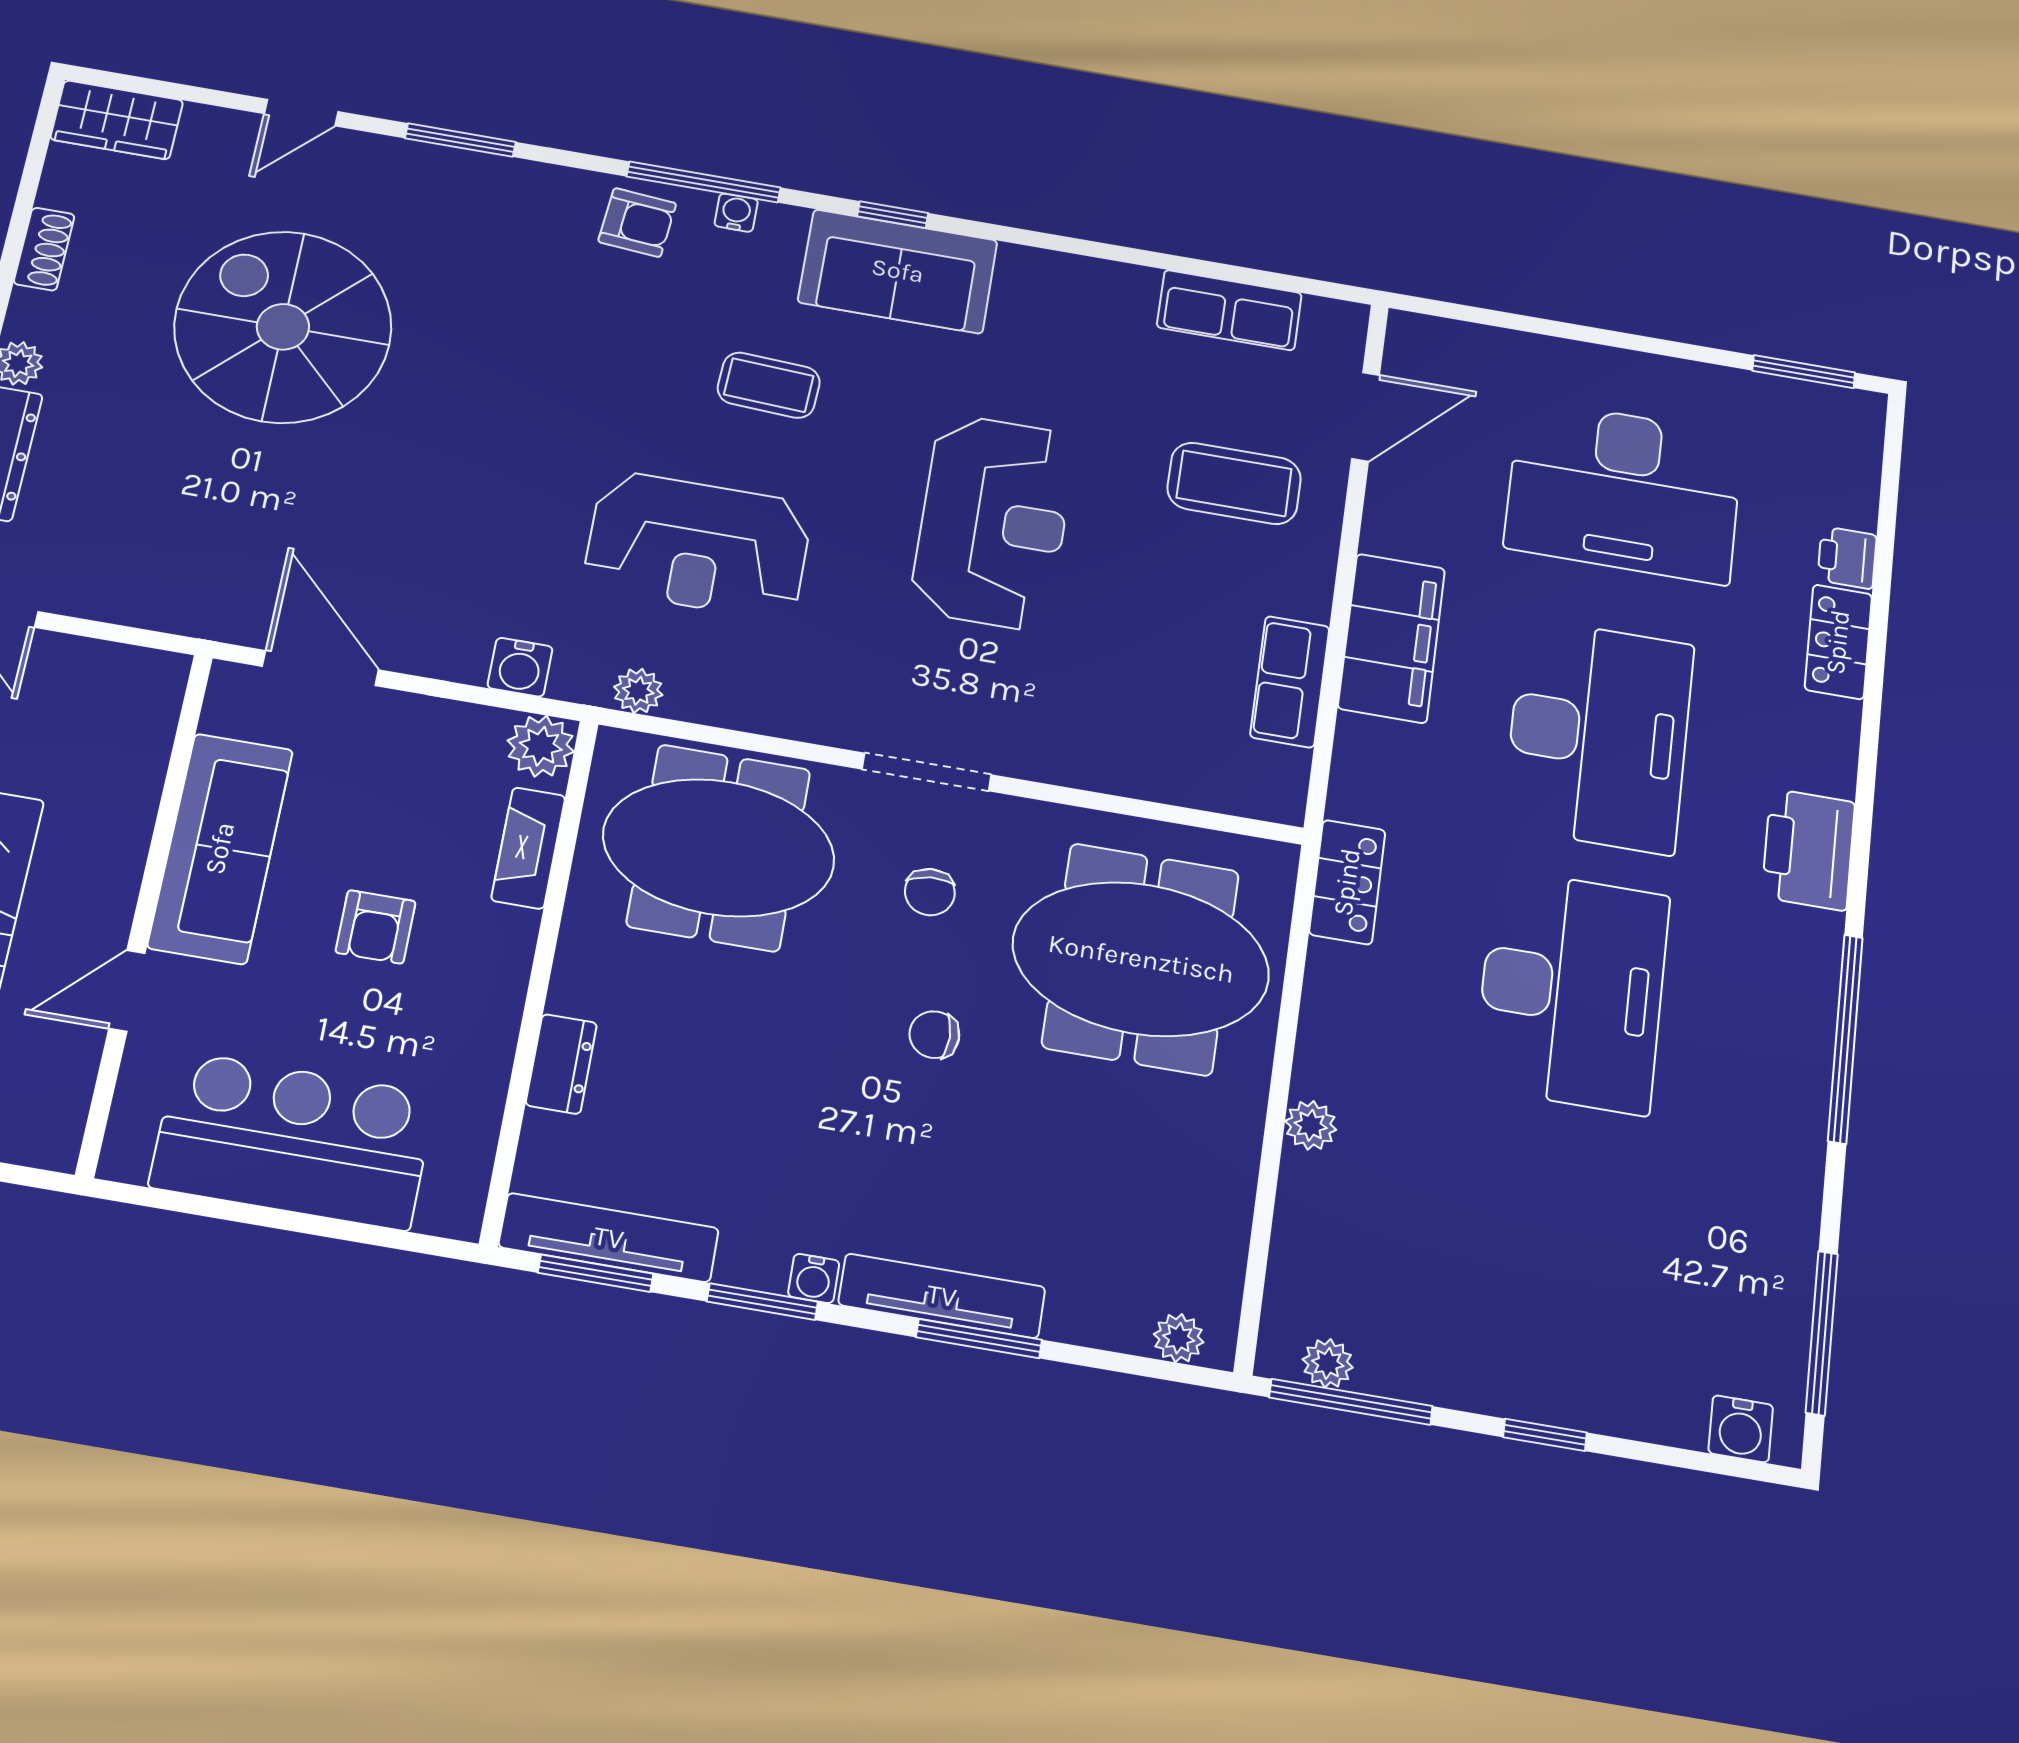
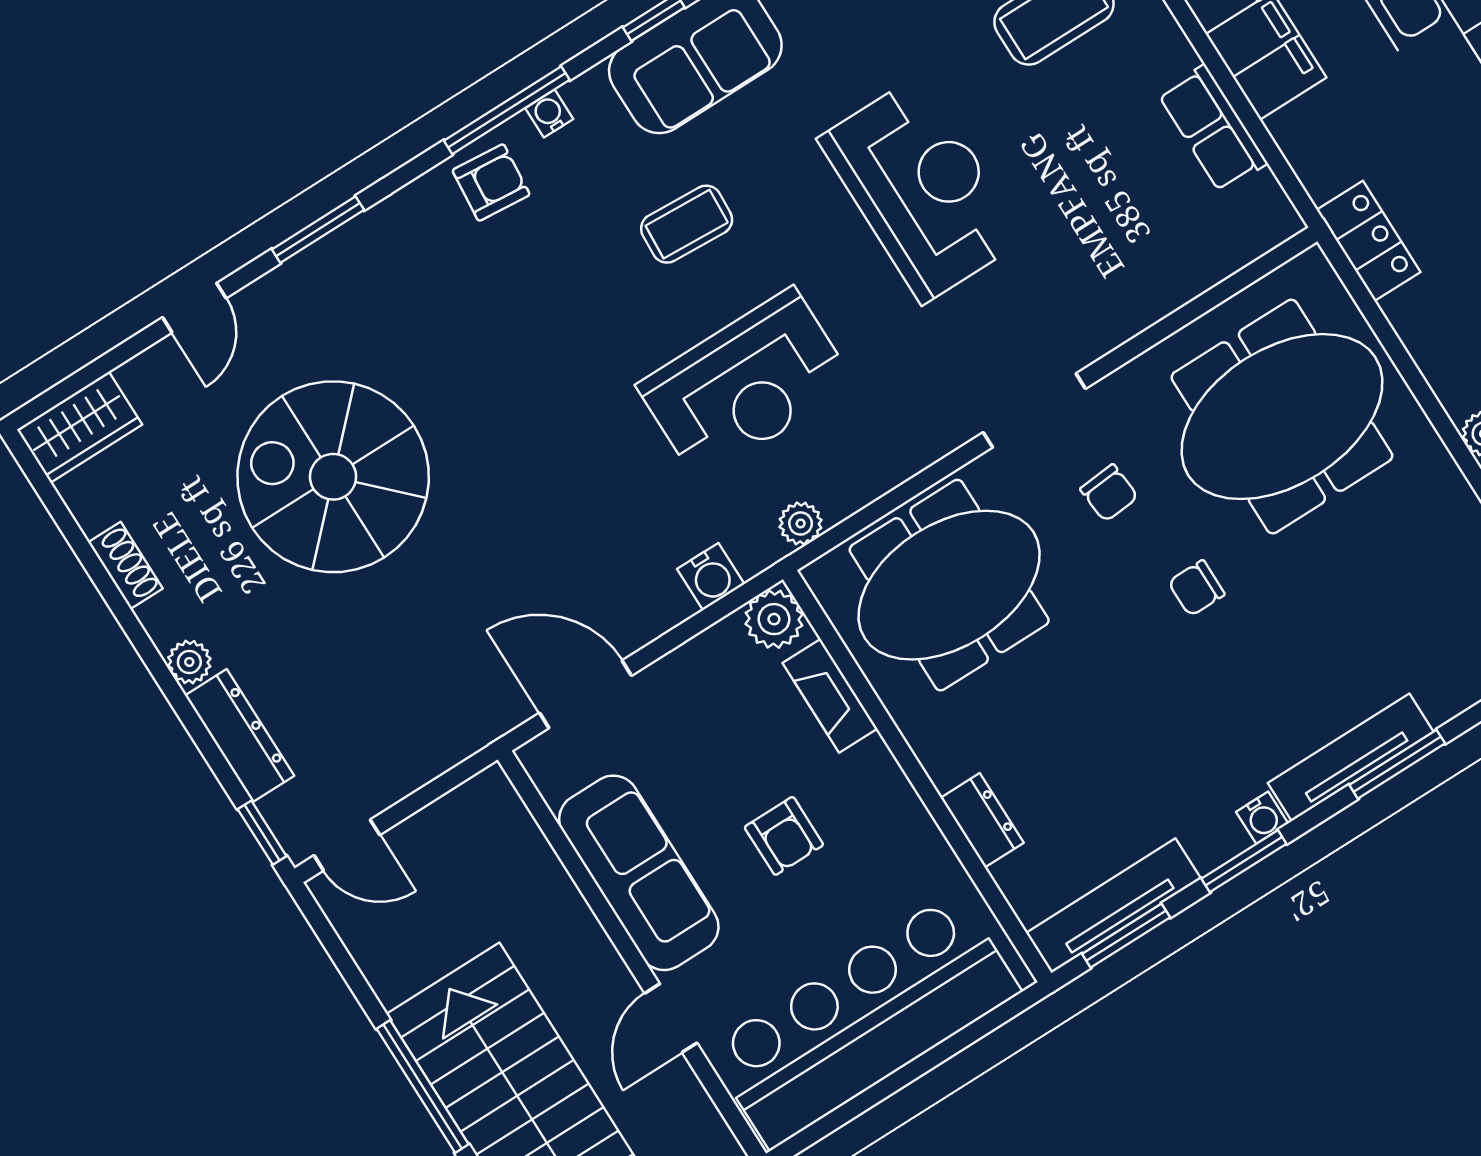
bar counter: (293, 1140) -> (864, 1020), width x1.36

